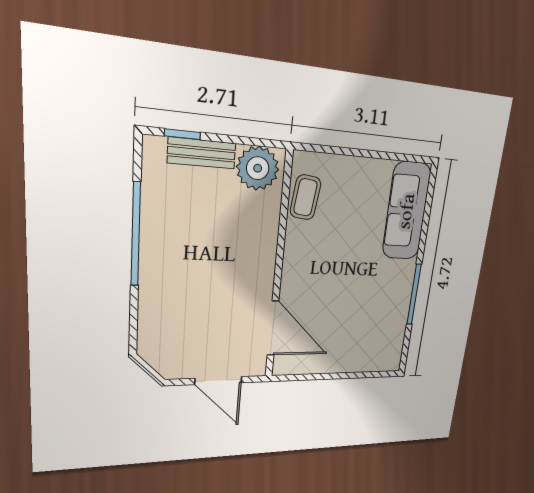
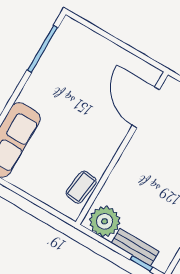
window: (414, 294) -> (43, 49), moved

